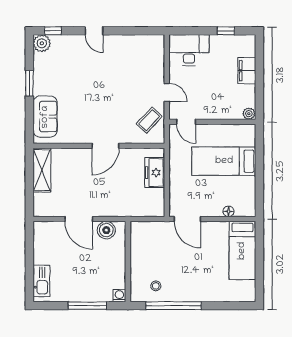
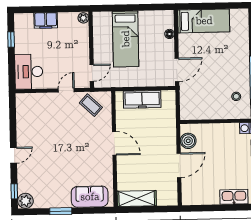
freezer: (155, 173) -> (142, 99), width x1.40

